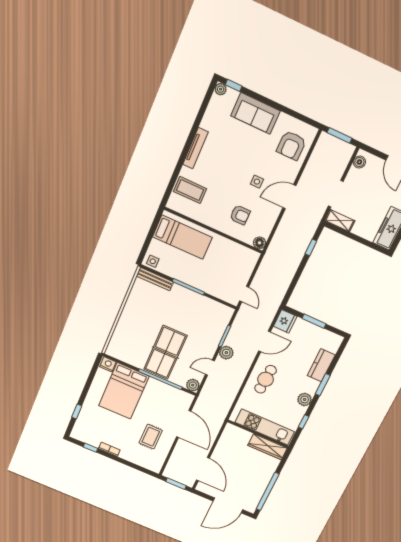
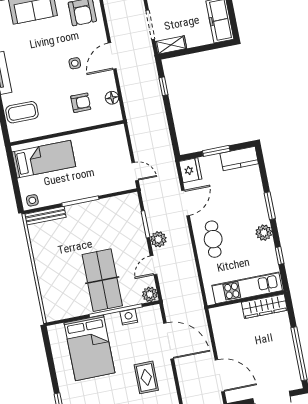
floor lamp: (259, 243) -> (112, 98), moved
nightstand: (108, 364) -> (129, 317), moved
kitchen counter: (321, 365) -> (239, 159), moved, turned -90

